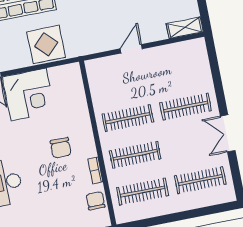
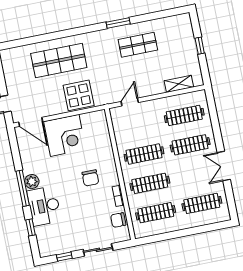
shelving: (185, 28) -> (179, 84), moved
door: (131, 49) -> (130, 102), moved
clothes rail: (178, 70) -> (184, 115), added
chair: (95, 201) -> (118, 220), turned -90

